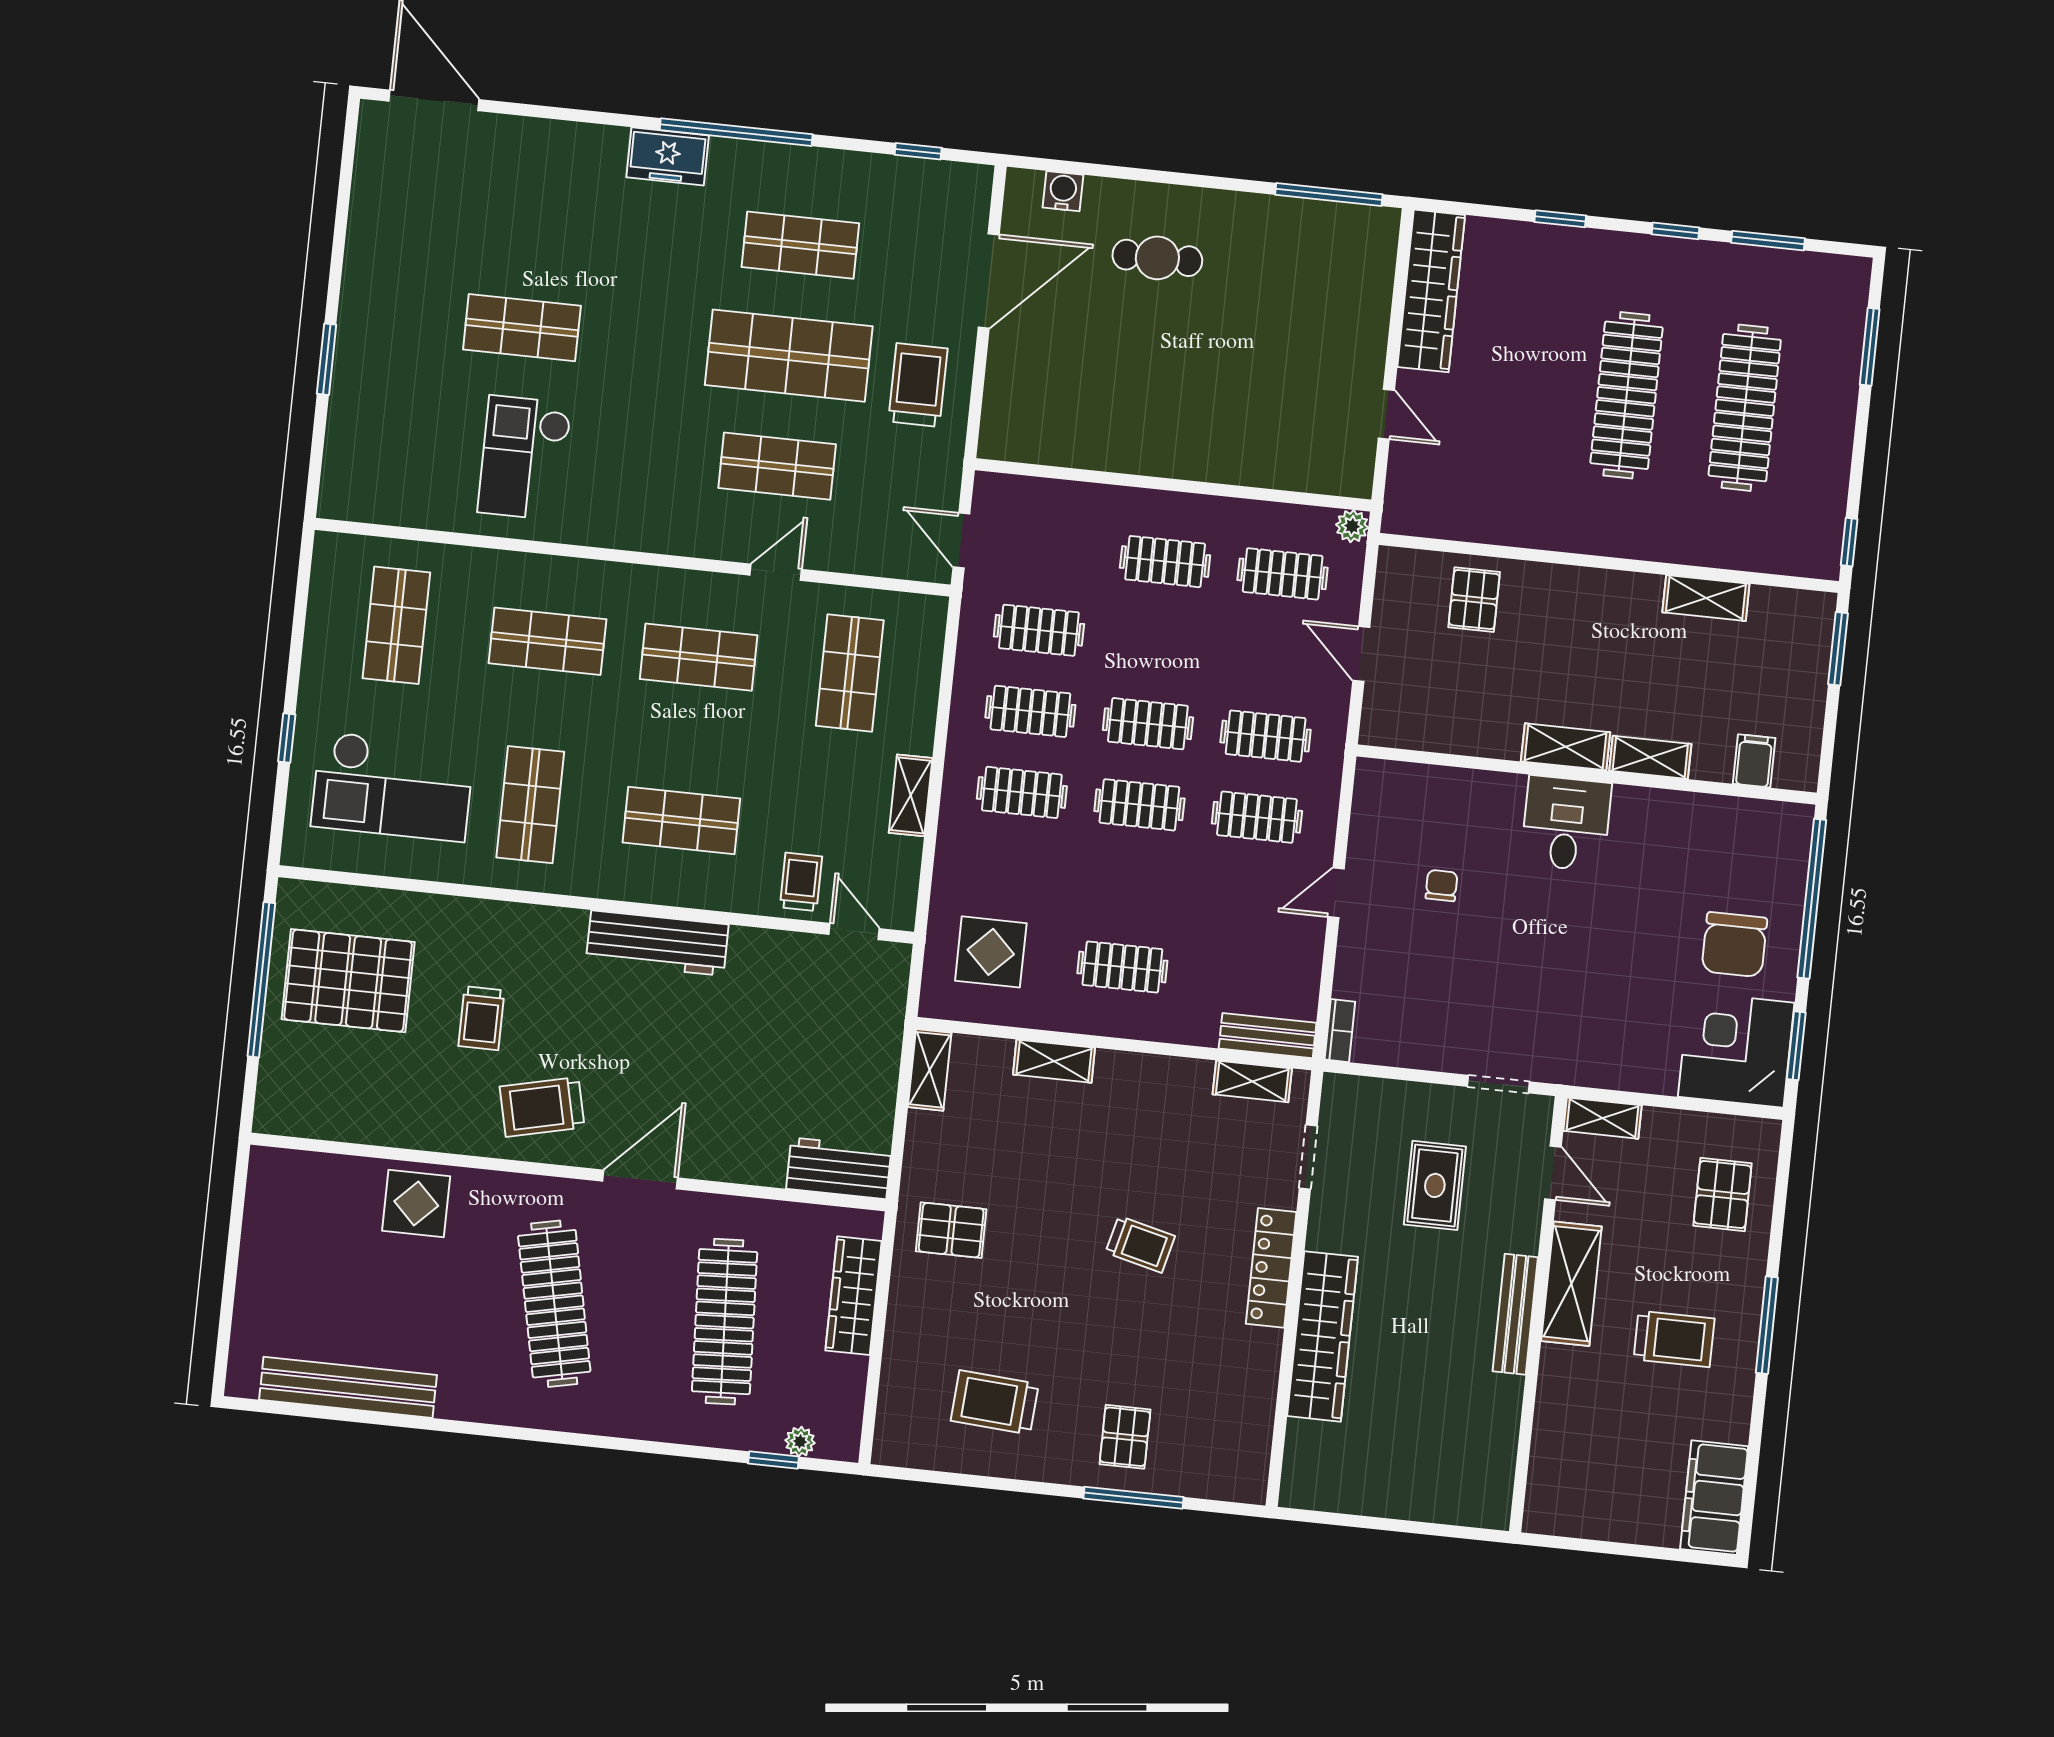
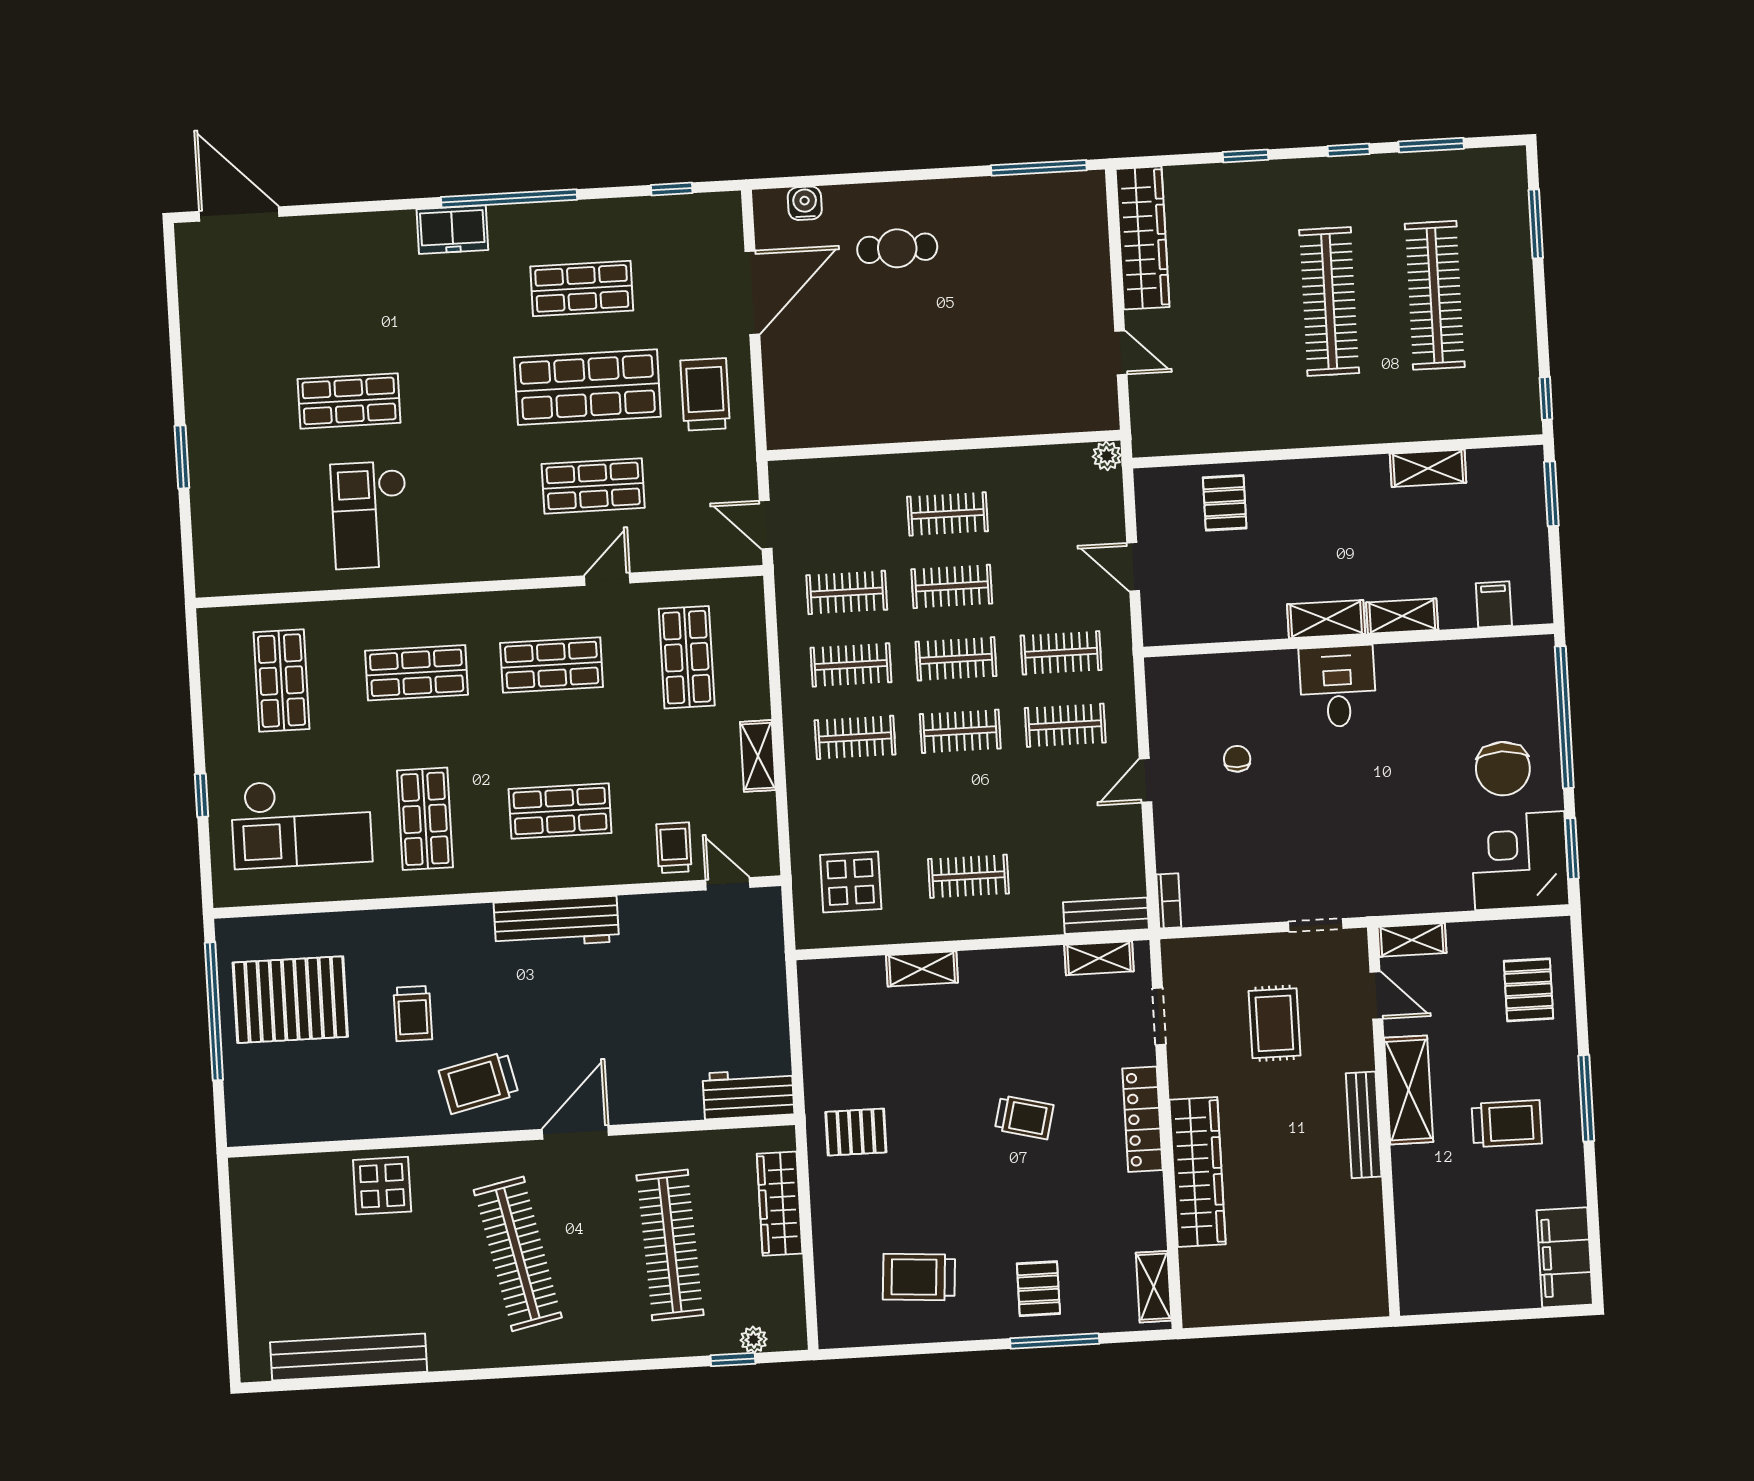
clothes rail: (1283, 574) -> (952, 586), moved
shelving: (930, 1070) -> (1154, 1287), moved

